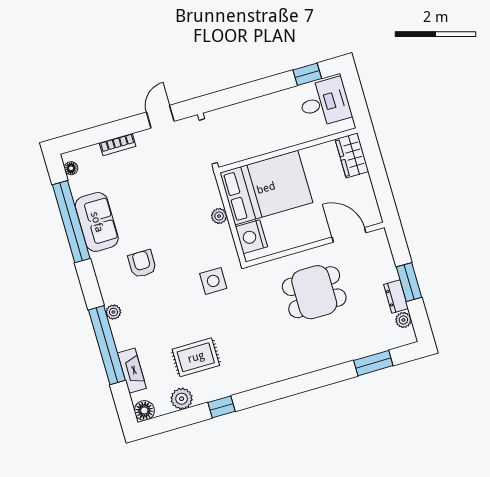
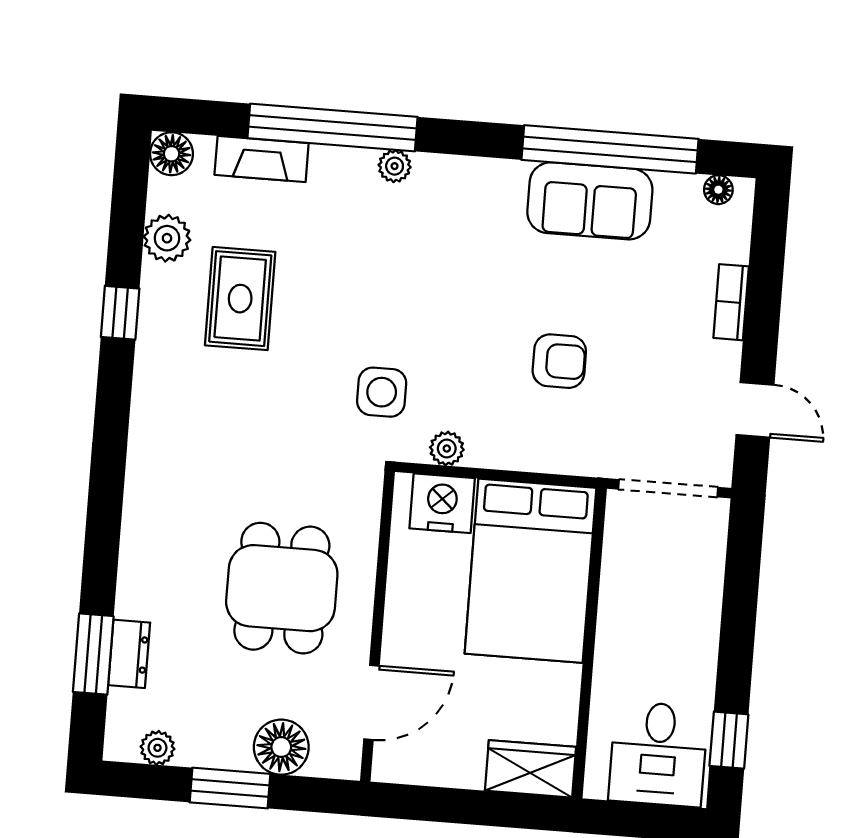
plant: (219, 216) -> (447, 449), moved
armchair: (142, 264) -> (559, 361), moved
floor lamp: (383, 267) -> (281, 747), added
dresser: (396, 296) -> (129, 654), moved, turned 90

